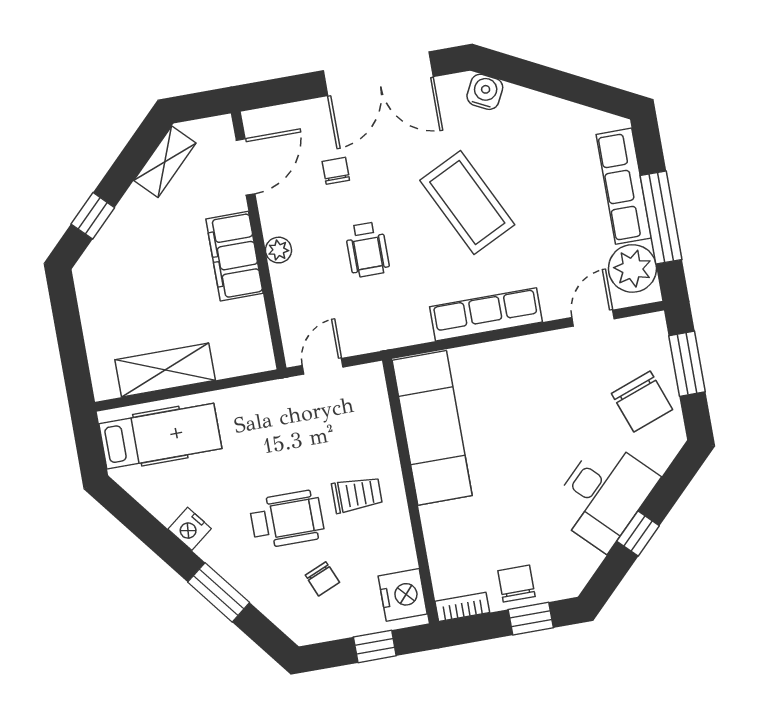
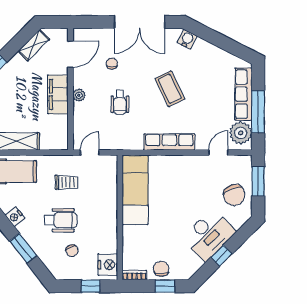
coffee table: (467, 202) -> (170, 89), width x0.73, depth x0.76
trolley: (357, 495) -> (66, 182), moved

